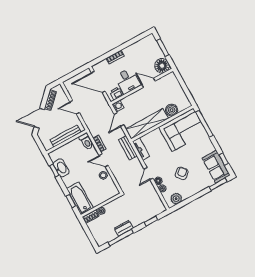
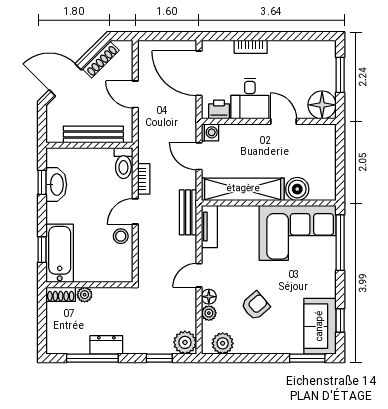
door: (119, 120) -> (199, 156), hinge flipped
door: (104, 160) -> (135, 211), hinge flipped
plant: (159, 208) -> (185, 342), added

